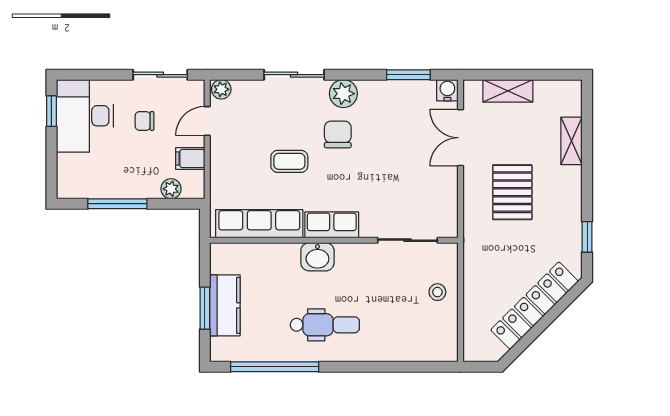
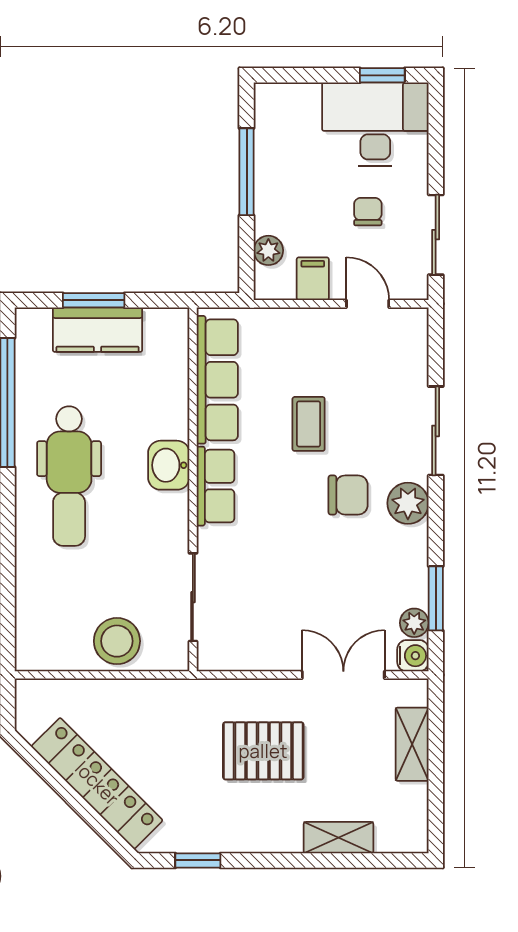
plant: (221, 89) -> (414, 623), moved
stool: (437, 292) -> (117, 641), width x1.89, depth x1.89
dental chair: (325, 325) -> (69, 476), width x1.36, depth x1.38

